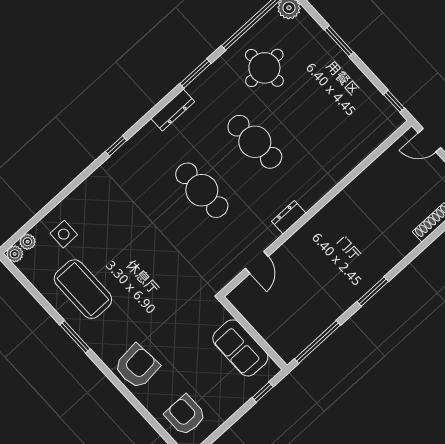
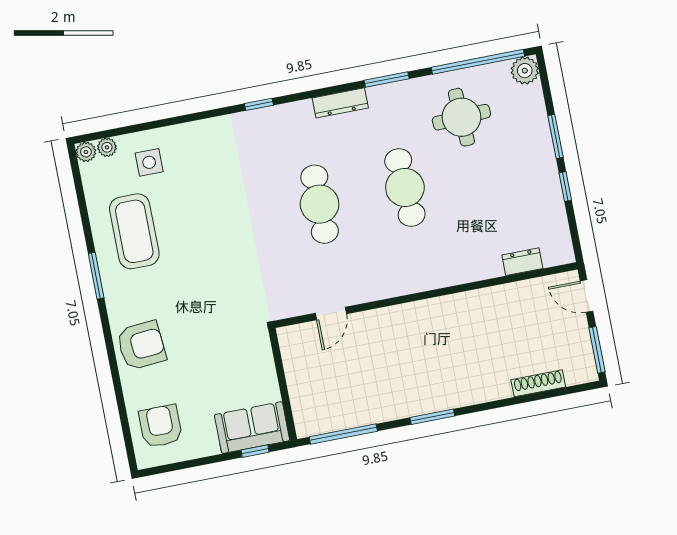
window: (394, 101) -> (565, 187), moved
dresser: (289, 217) -> (522, 262), moved
sofa: (240, 348) -> (252, 428), moved, turned 90

